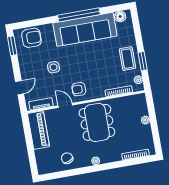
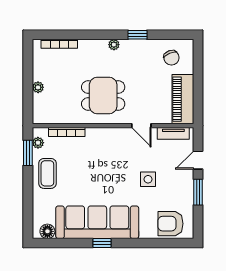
window: (79, 15) -> (102, 243), width x0.32
window: (12, 46) -> (198, 192), moved
window: (143, 61) -> (28, 153), moved
armchair: (79, 89) -> (120, 144), removed
dining table: (97, 122) -> (103, 96), width x0.73
chair: (67, 158) -> (171, 58), moved
window: (80, 171) -> (138, 35), added

